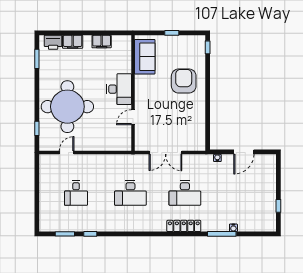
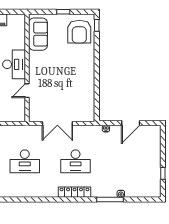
armchair: (184, 81) -> (79, 32), moved, turned 180

